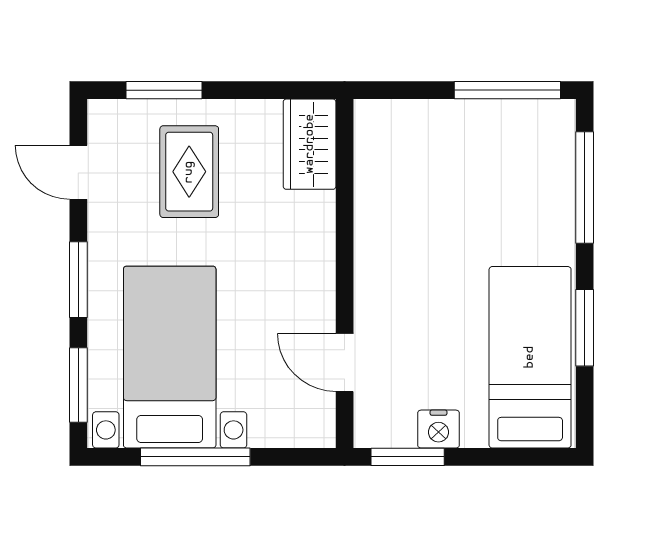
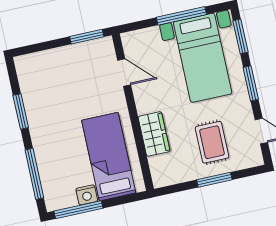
window: (164, 90) -> (214, 180), moved
wardrobe: (310, 144) -> (154, 134), moved
bed: (530, 357) -> (109, 157), moved, turned 180
nightstand: (438, 429) -> (87, 195), moved, turned 180

